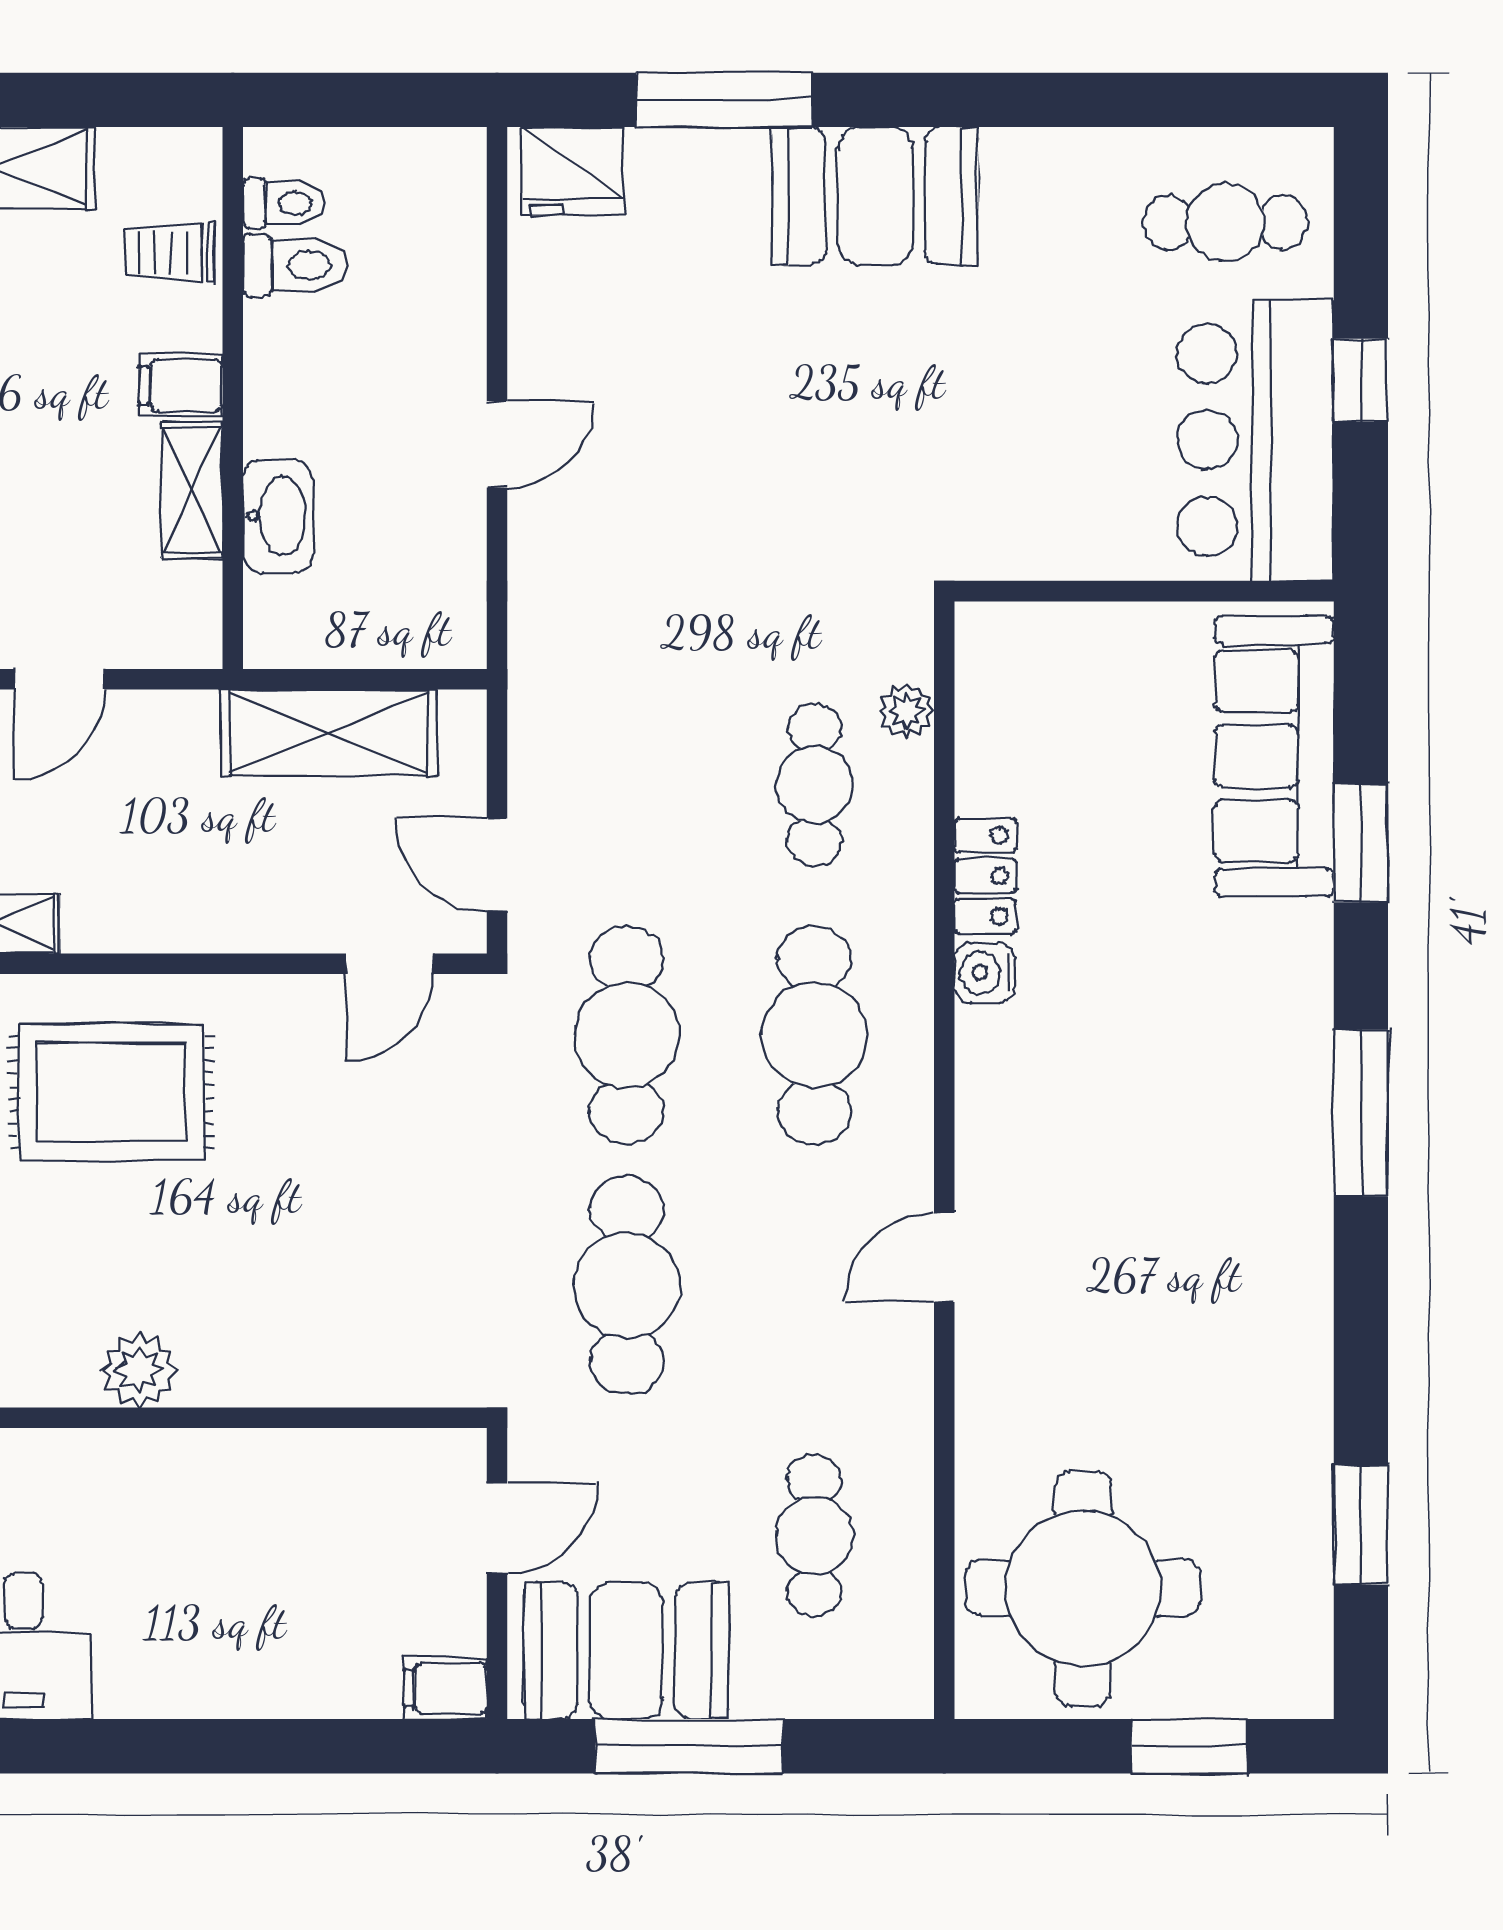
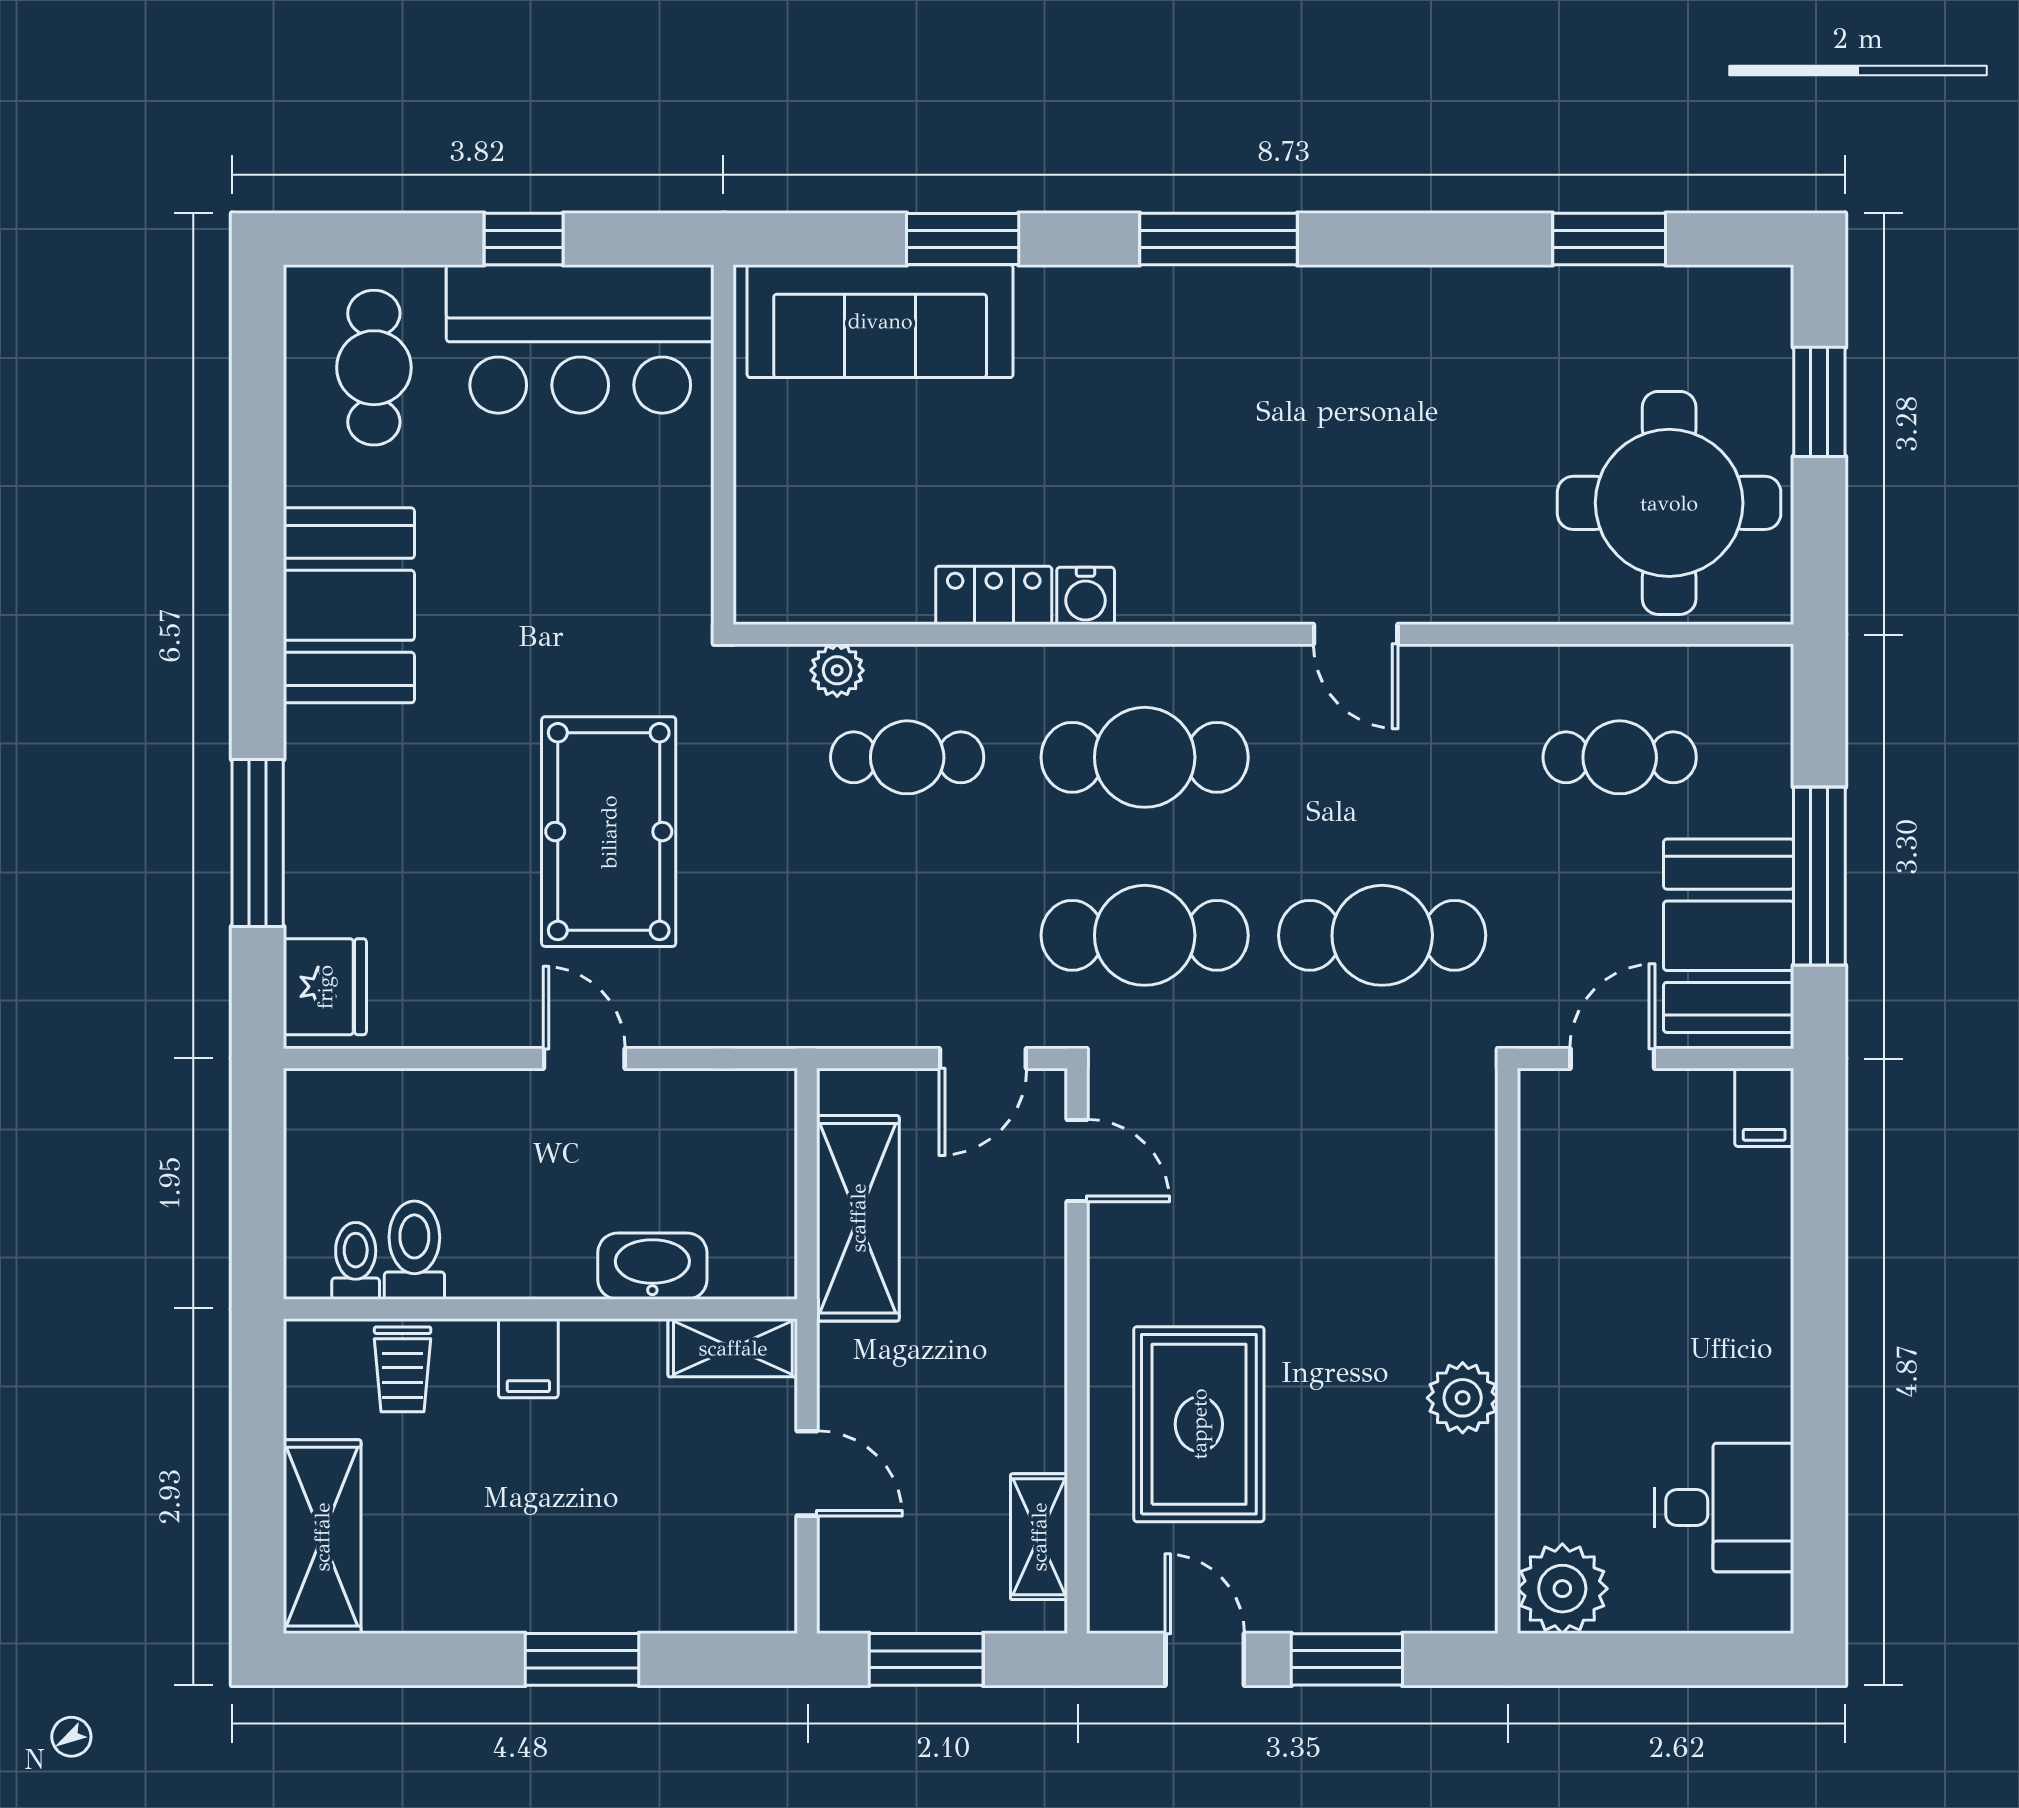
booth: (875, 196) -> (349, 605), moved
pool table: (736, 470) -> (609, 832), added
shelving: (192, 490) -> (733, 1348), moved
door: (497, 1528) -> (1612, 1058), hinge flipped

